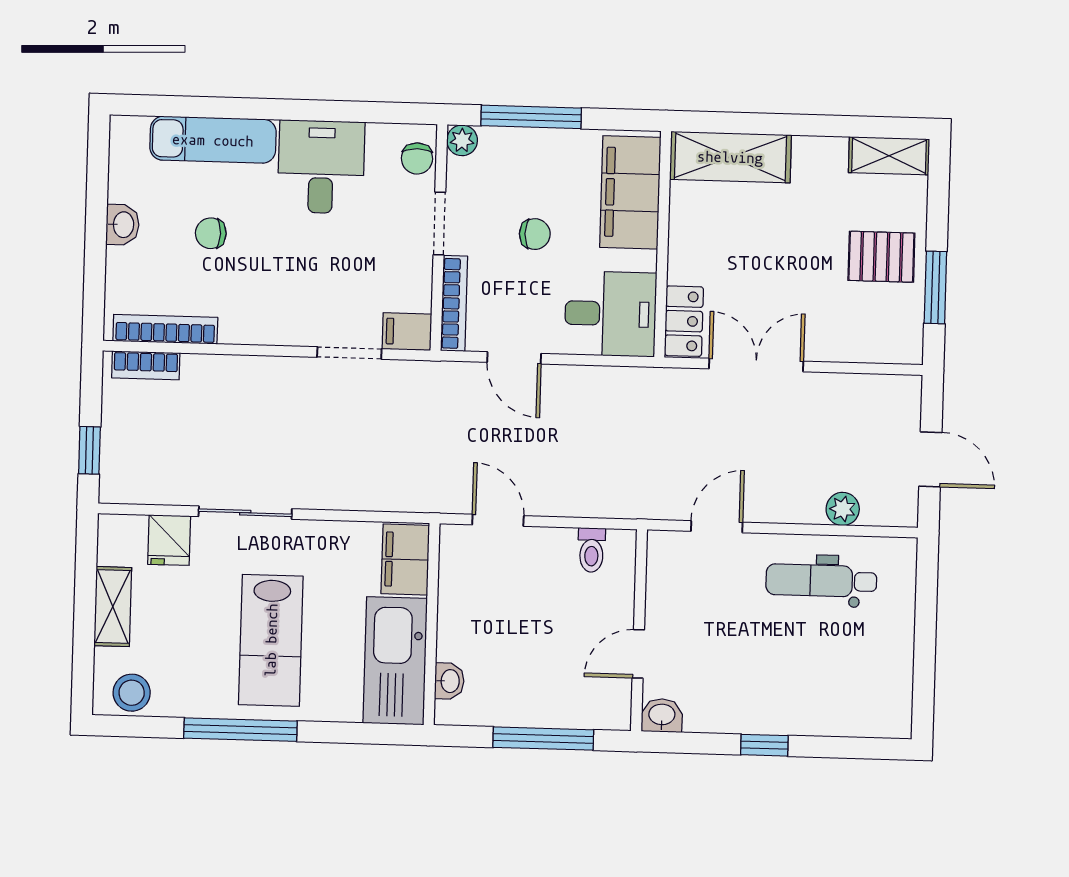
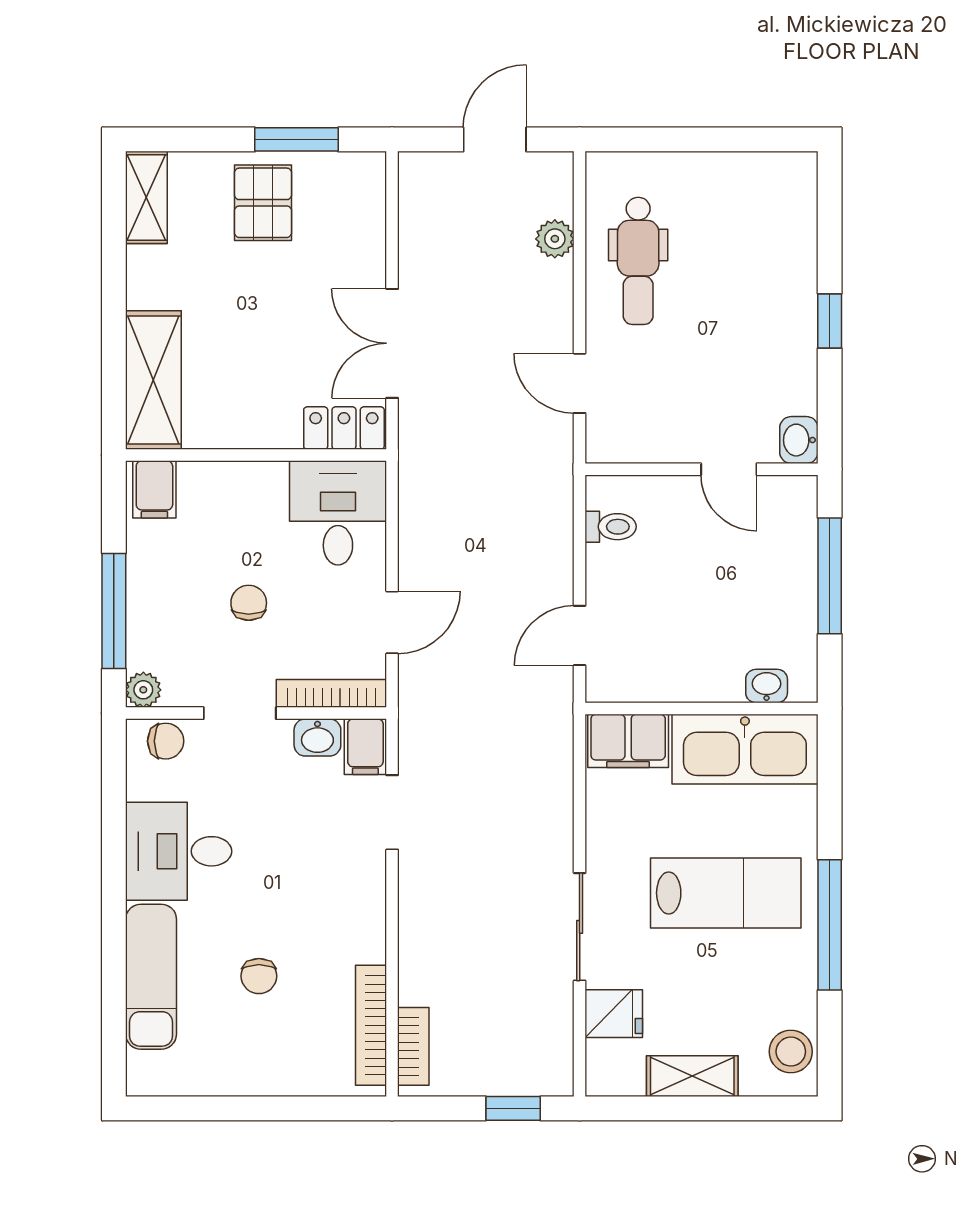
filing cabinet: (630, 192) -> (154, 489), width x0.33, depth x0.86
washbasin: (123, 225) -> (317, 737), moved, turned 180

